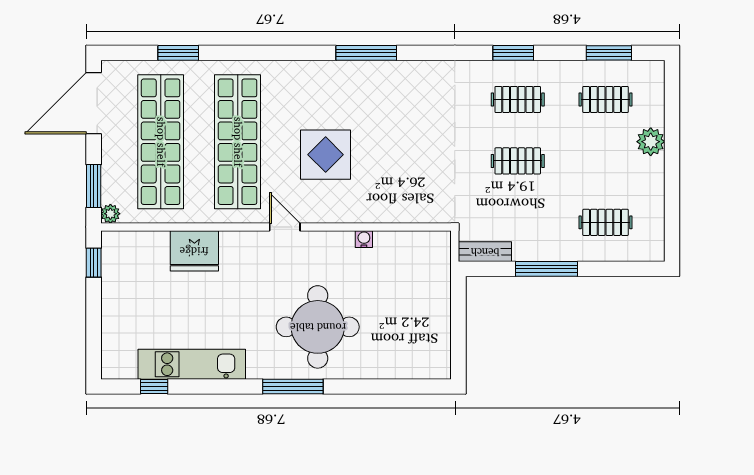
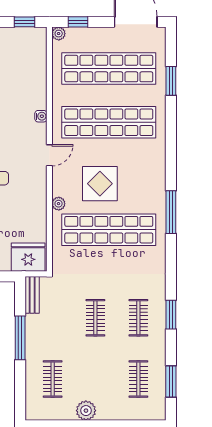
shop shelf: (391, 142) -> (109, 230), added
plant: (651, 142) -> (86, 411), moved
window: (94, 186) -> (78, 22), width x0.67
plant: (354, 214) -> (59, 204), added
water cooler: (364, 239) -> (41, 116), moved
fridge: (194, 251) -> (28, 257), moved, turned 90

